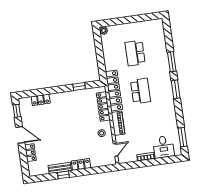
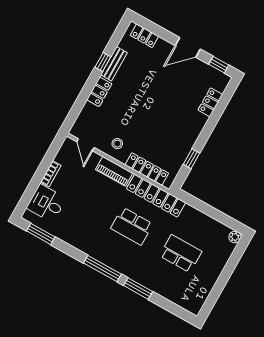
window: (176, 89) -> (102, 269), width x1.44
locker: (30, 153) -> (144, 36), moved

